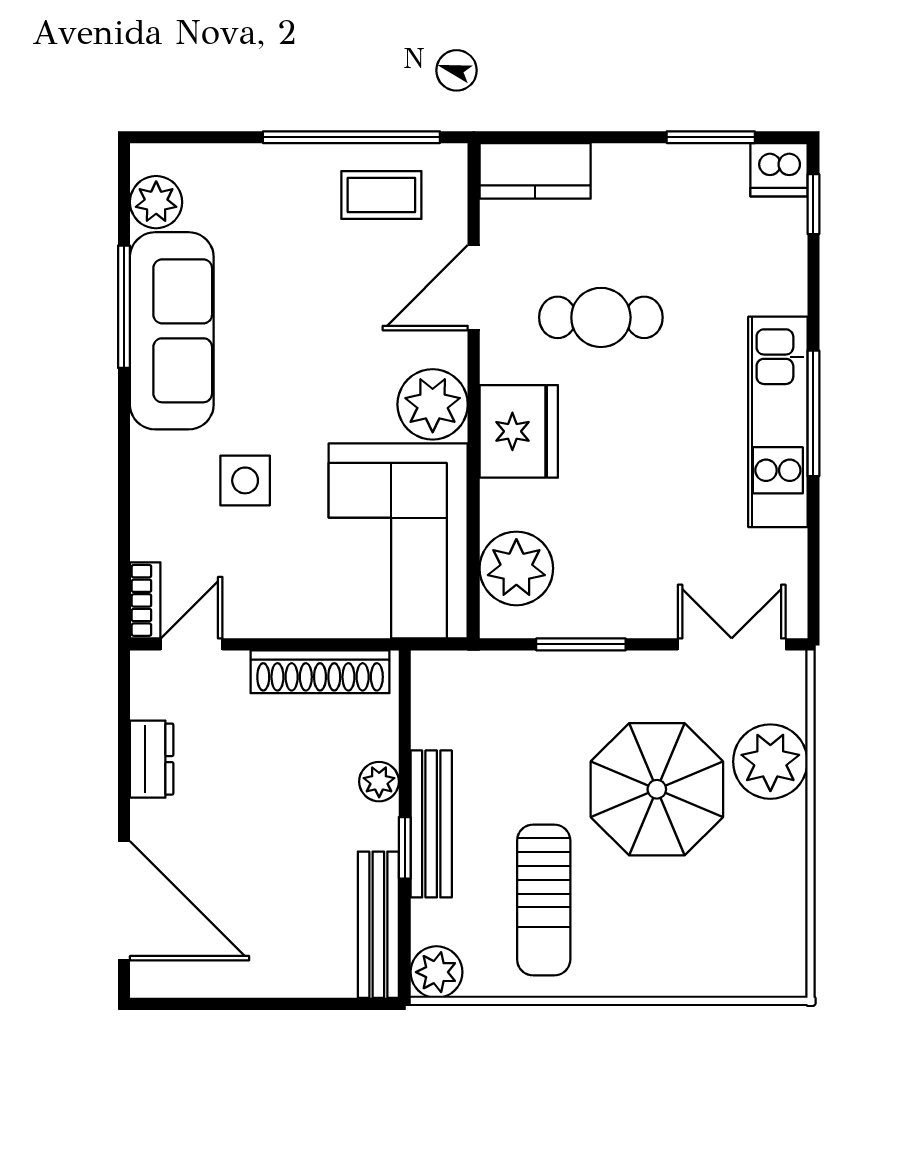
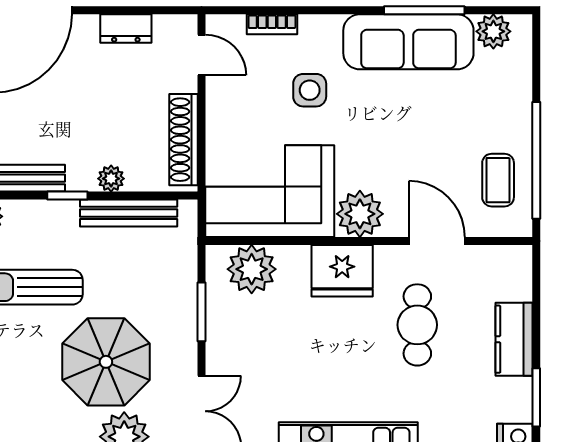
kitchen counter: (535, 171) -> (514, 339), moved
bookcase: (145, 600) -> (272, 24), moved
bench: (431, 824) -> (129, 213), moved

